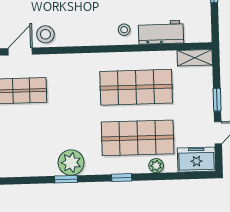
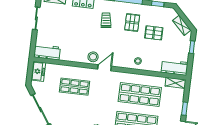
workbench: (161, 32) -> (175, 67), moved
door: (20, 51) -> (104, 68), moved

